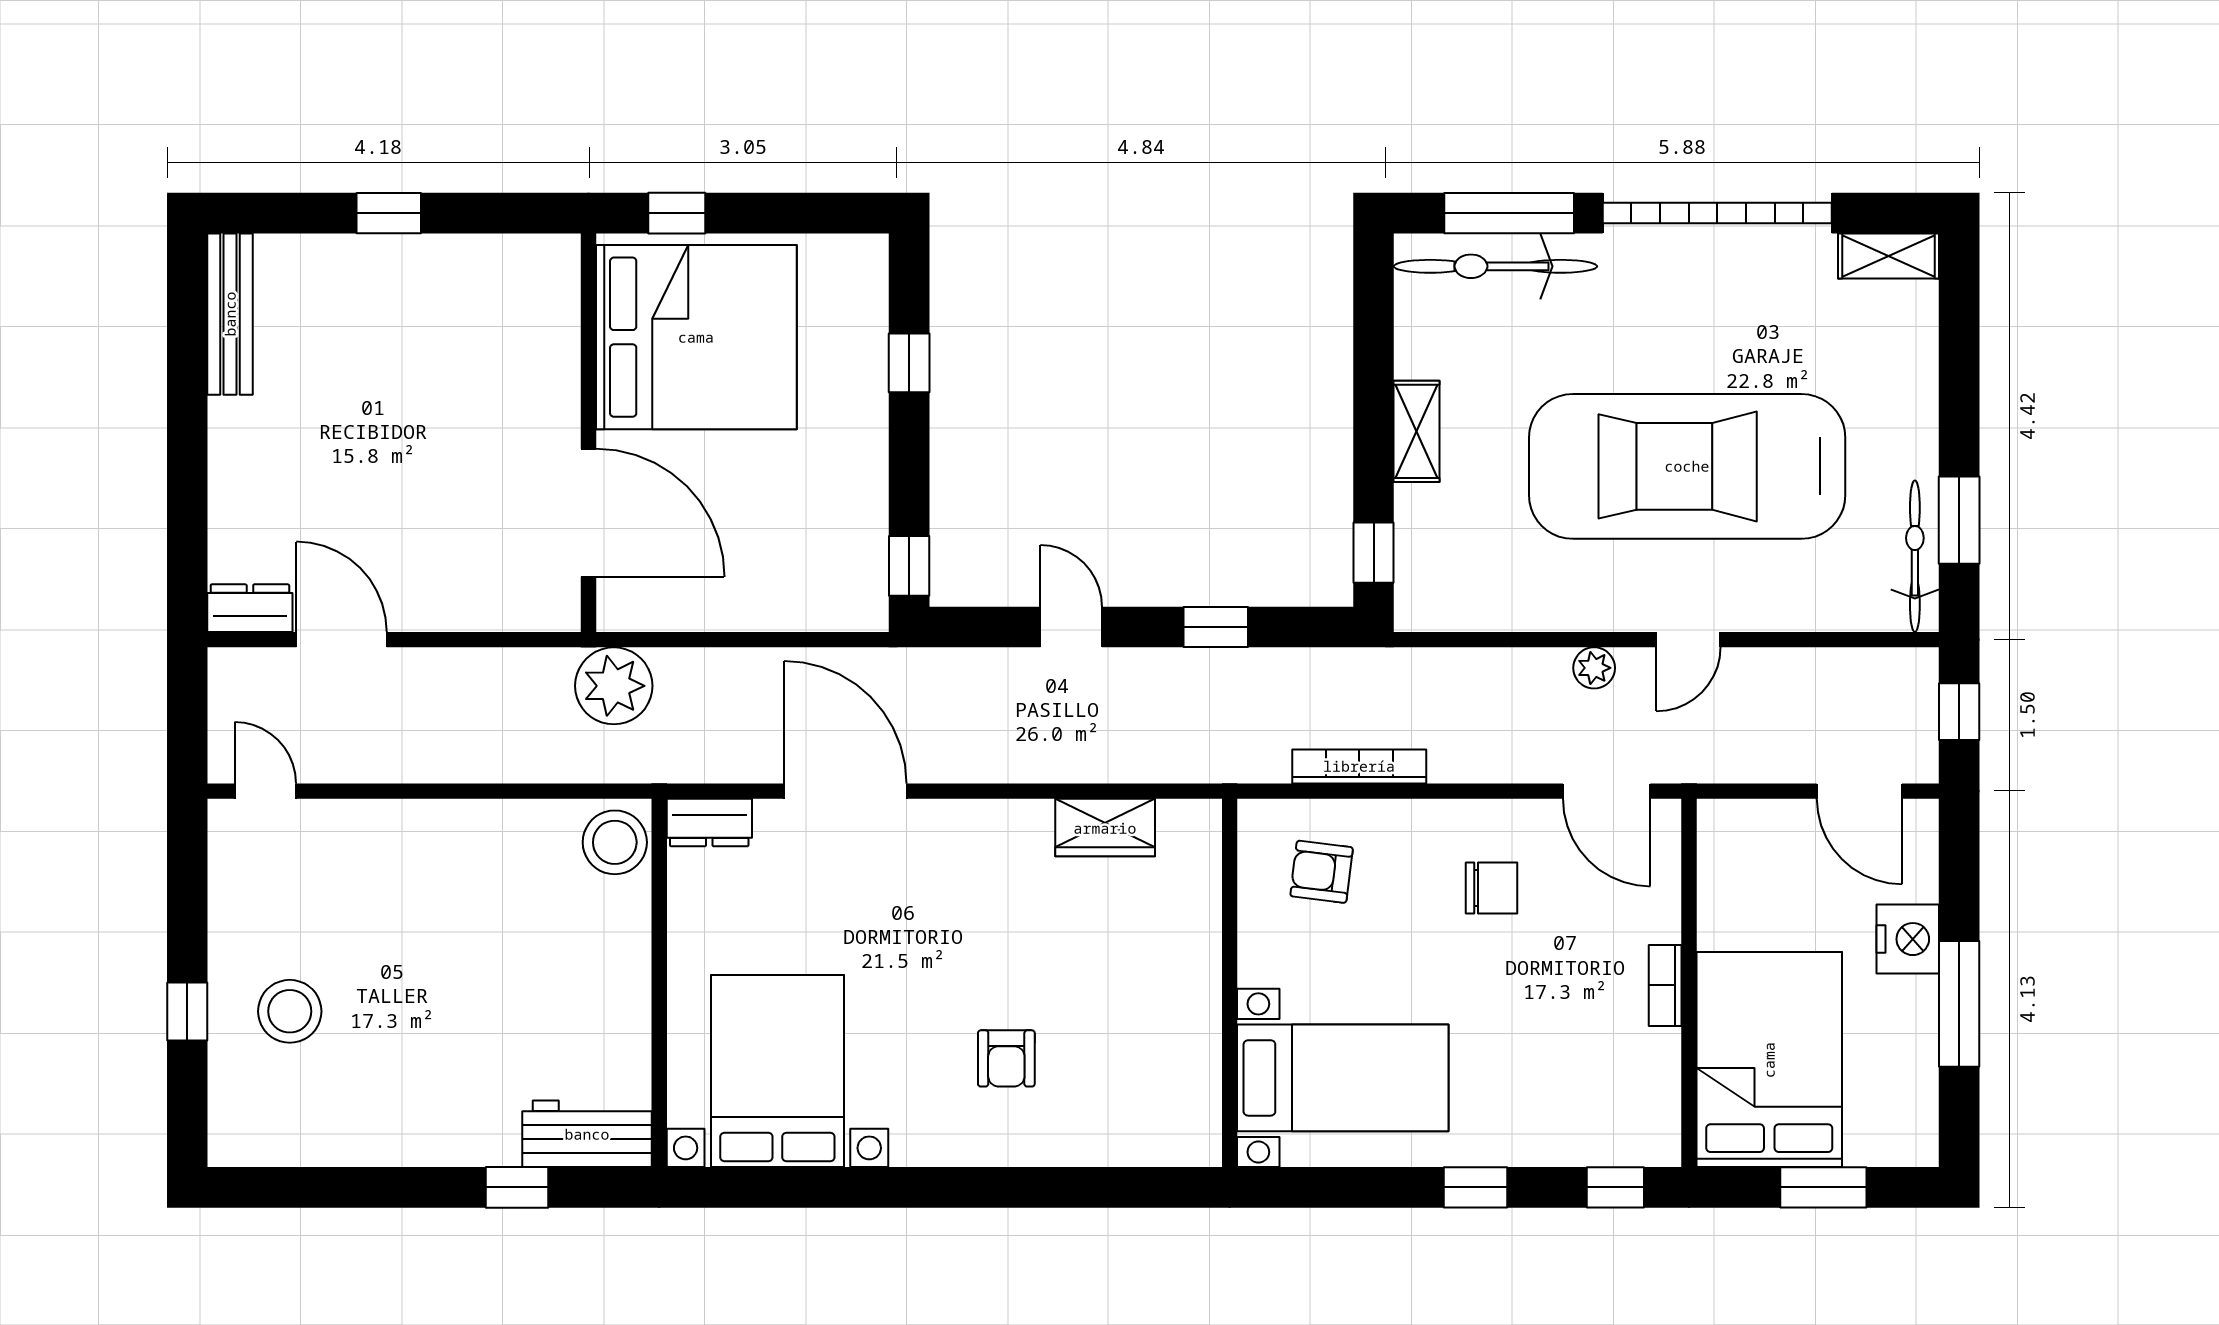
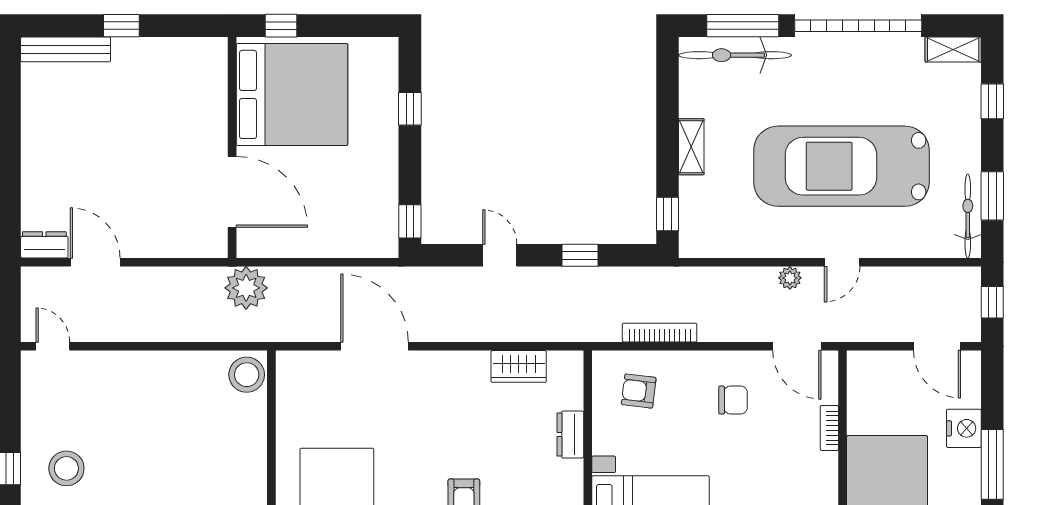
bench: (230, 314) -> (66, 49), moved, turned 90
window: (1959, 349) -> (992, 101), added
dresser: (709, 823) -> (570, 435), moved, turned 90
bookcase: (1665, 985) -> (829, 428), moved

